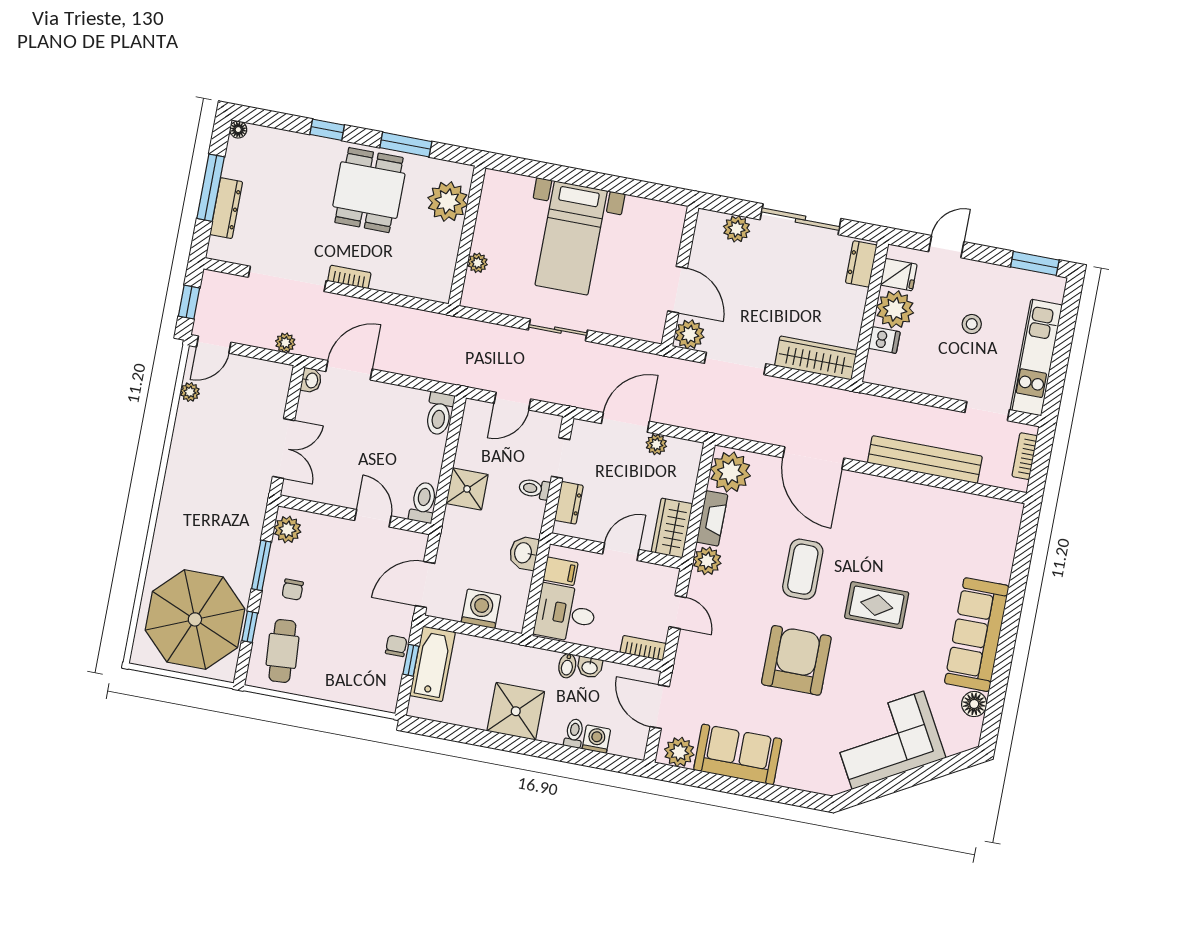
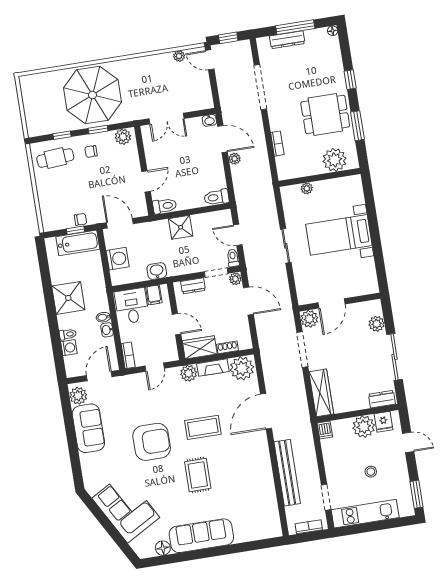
bookcase: (349, 277) -> (277, 144), moved
dishwasher: (884, 340) -> (325, 430), moved
plant: (285, 343) -> (235, 159), moved
plant: (656, 444) -> (235, 279), moved
shoe rack: (688, 483) -> (227, 347), added
toilet: (534, 489) -> (233, 258), moved
window: (261, 565) -> (98, 130), width x0.67
parasol: (195, 619) -> (92, 95), moved

